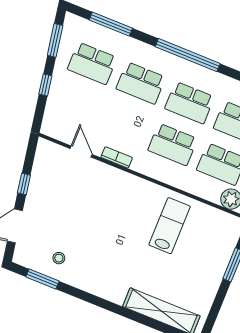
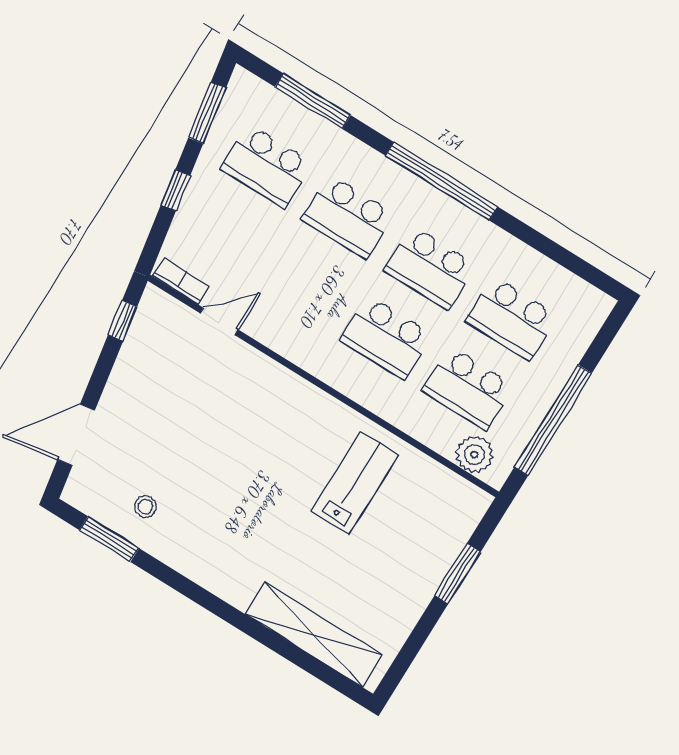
door: (81, 151) -> (219, 321), hinge flipped
bookcase: (117, 157) -> (181, 281), moved
window: (24, 184) -> (123, 321), moved

